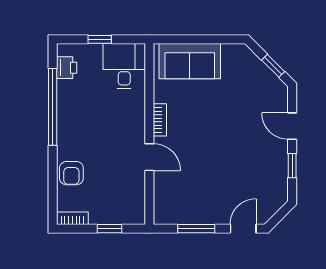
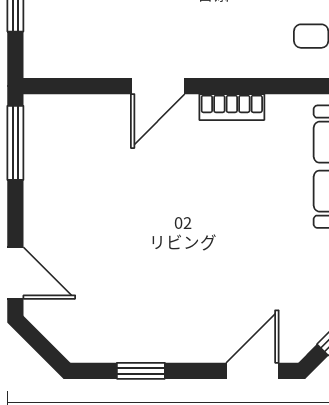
door: (292, 126) -> (252, 371), moved
window: (196, 229) -> (15, 143), moved

